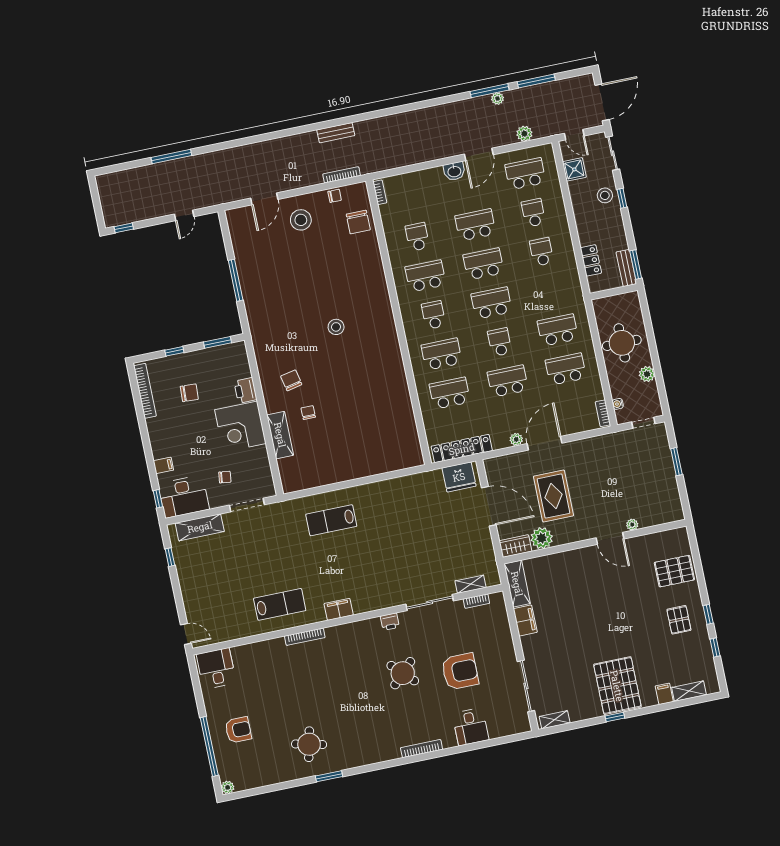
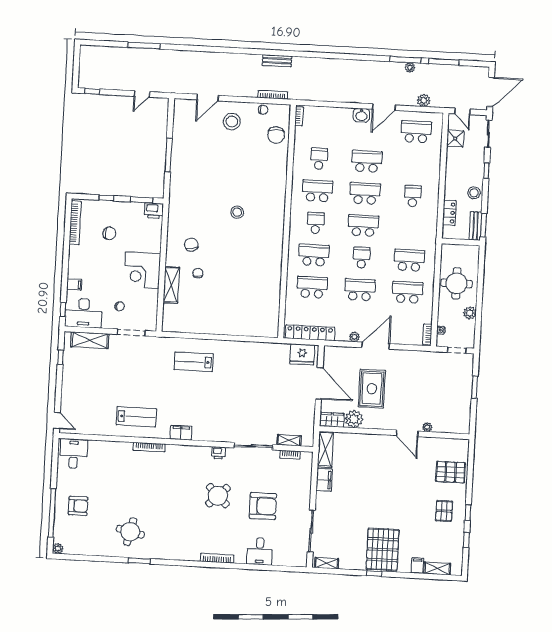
stool: (605, 195) -> (474, 193), moved
school desk: (533, 213) -> (414, 164), removed
printer: (245, 390) -> (154, 211), moved, turned -90

